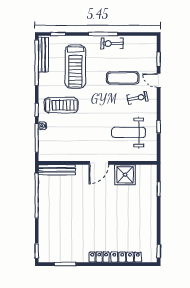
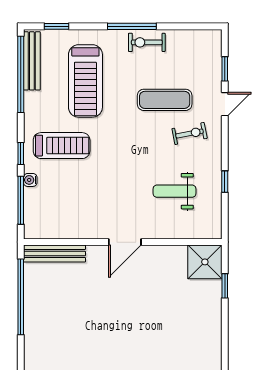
door: (159, 80) -> (225, 104), swing flipped
weight bench: (129, 132) -> (175, 191), width x0.73, depth x0.75
shower: (125, 175) -> (205, 262), moved

